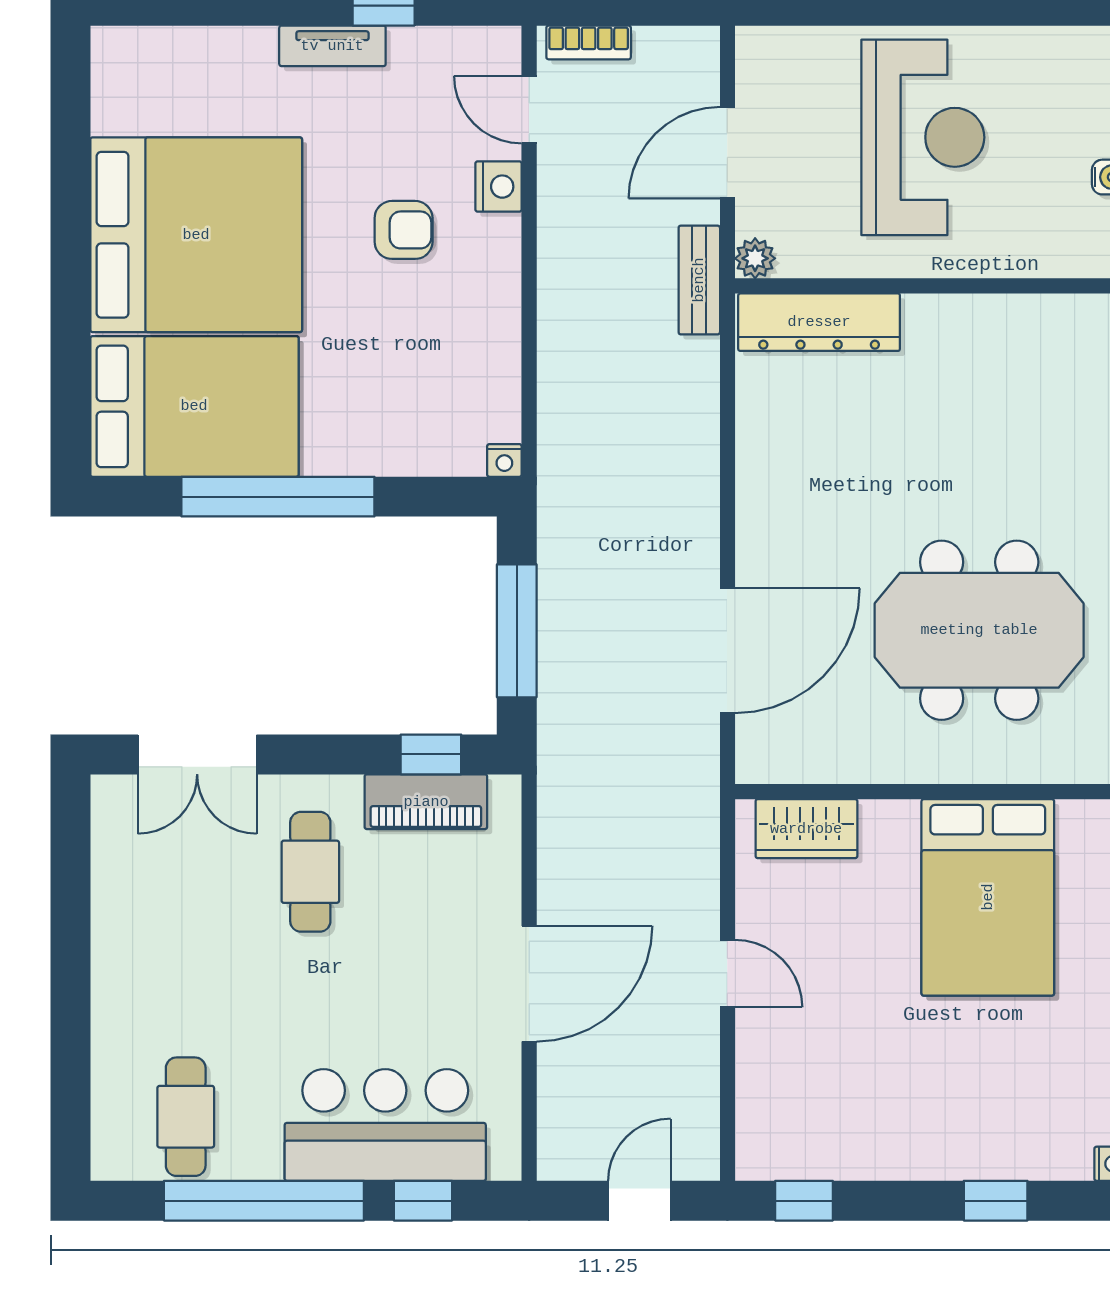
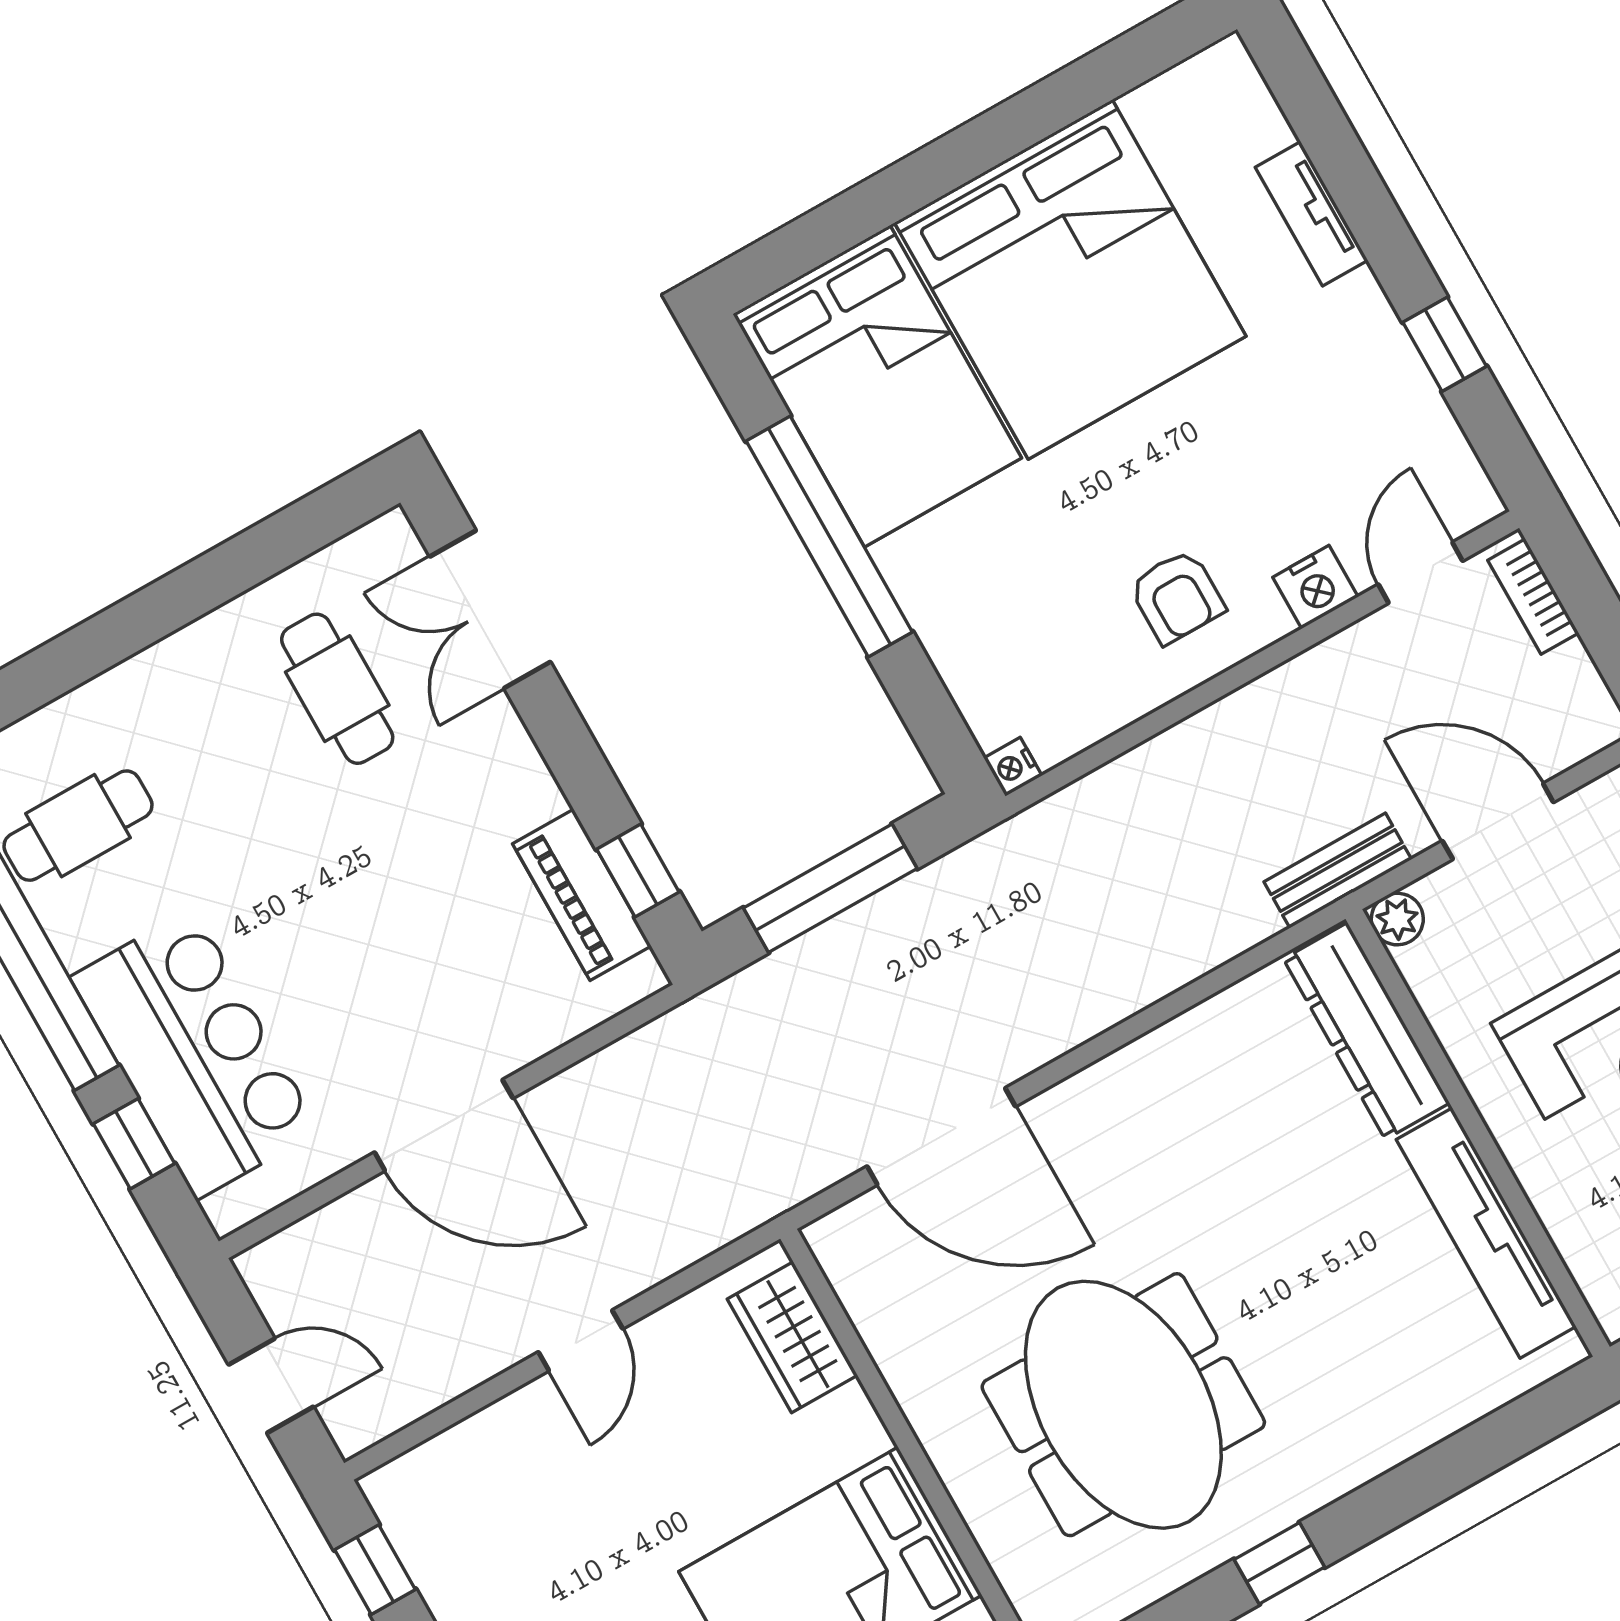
tv unit: (332, 46) -> (1312, 214), moved
armchair: (404, 230) -> (1177, 597), moved
tv unit: (1002, 318) -> (1486, 1233), added
cafe table: (310, 872) -> (337, 689), moved, turned 90

